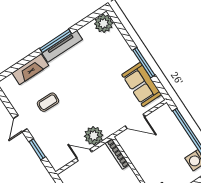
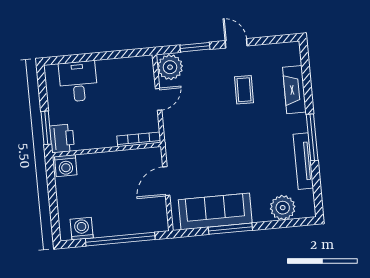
plant: (104, 23) -> (283, 208), moved
tv unit: (62, 46) -> (303, 161), moved
sofa: (142, 85) -> (215, 211), width x1.36
plant: (94, 136) -> (170, 67), moved

